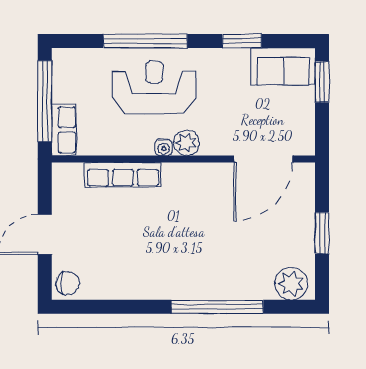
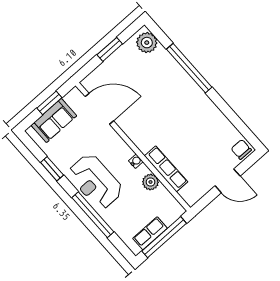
sofa: (283, 66) -> (54, 121), moved, turned 90
window: (322, 82) -> (49, 103), moved
reception desk: (154, 87) -> (95, 182), moved
row of seats: (64, 130) -> (150, 233), moved
plant: (186, 143) -> (151, 182), moved

